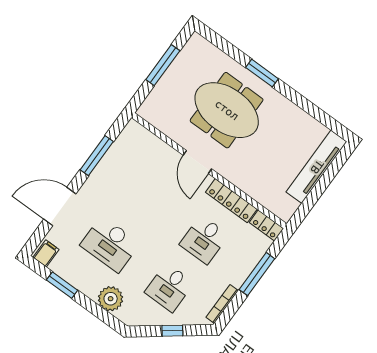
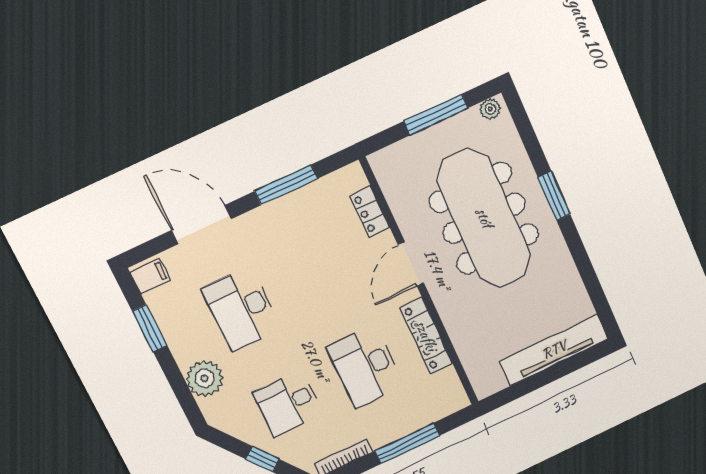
plant: (193, 44) -> (490, 109), added
meeting table: (227, 110) -> (484, 218), width x1.36
locker: (266, 225) -> (370, 212), moved
desk: (204, 240) -> (365, 366), width x1.37

